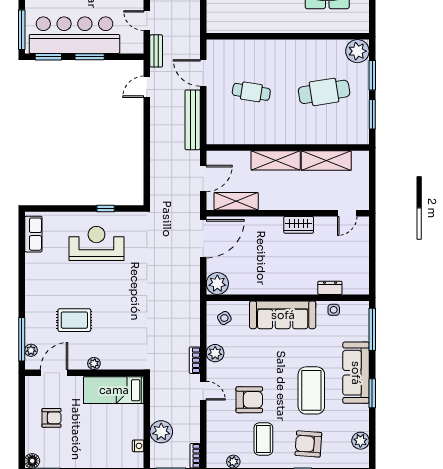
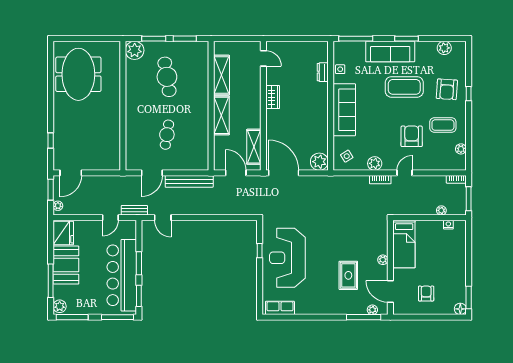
reception desk: (96, 243) -> (287, 258), width x1.36, depth x1.30
plant: (161, 432) -> (441, 210), width x0.53, depth x0.53

